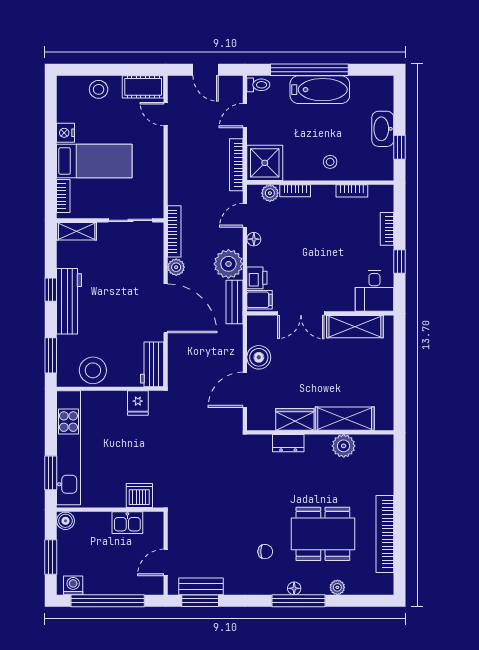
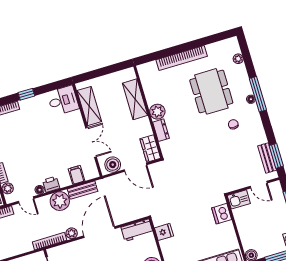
printer: (257, 278) -> (51, 184), moved
desk: (374, 291) -> (63, 100), moved
double door: (301, 313) -> (91, 142), moved
wall: (320, 313) -> (87, 130), moved
shelving: (355, 327) -> (89, 106), moved
wardrobe: (295, 419) -> (150, 149), moved
plant: (344, 446) -> (157, 112), moved
kitchen sink: (127, 523) -> (239, 199), moved, turned 90
bookcase: (385, 534) -> (182, 58), moved
plant: (337, 587) -> (238, 59), moved

